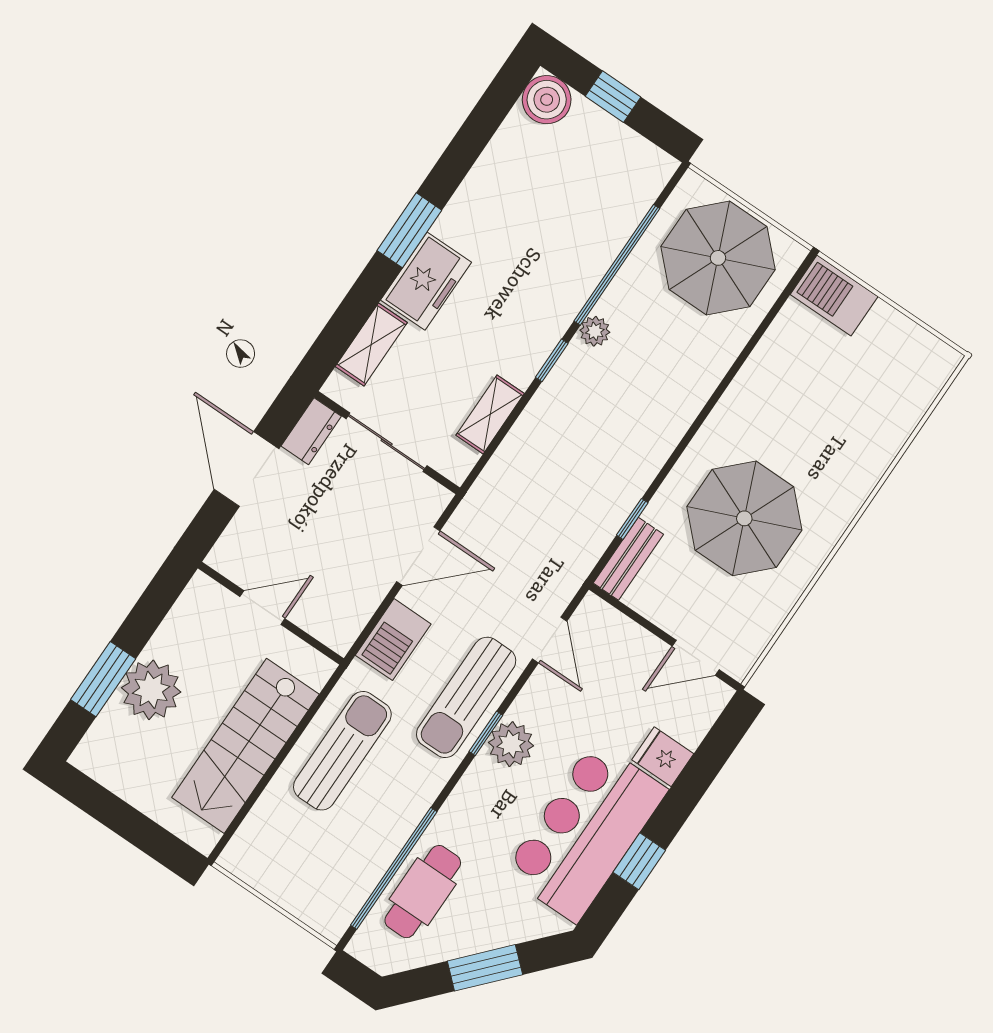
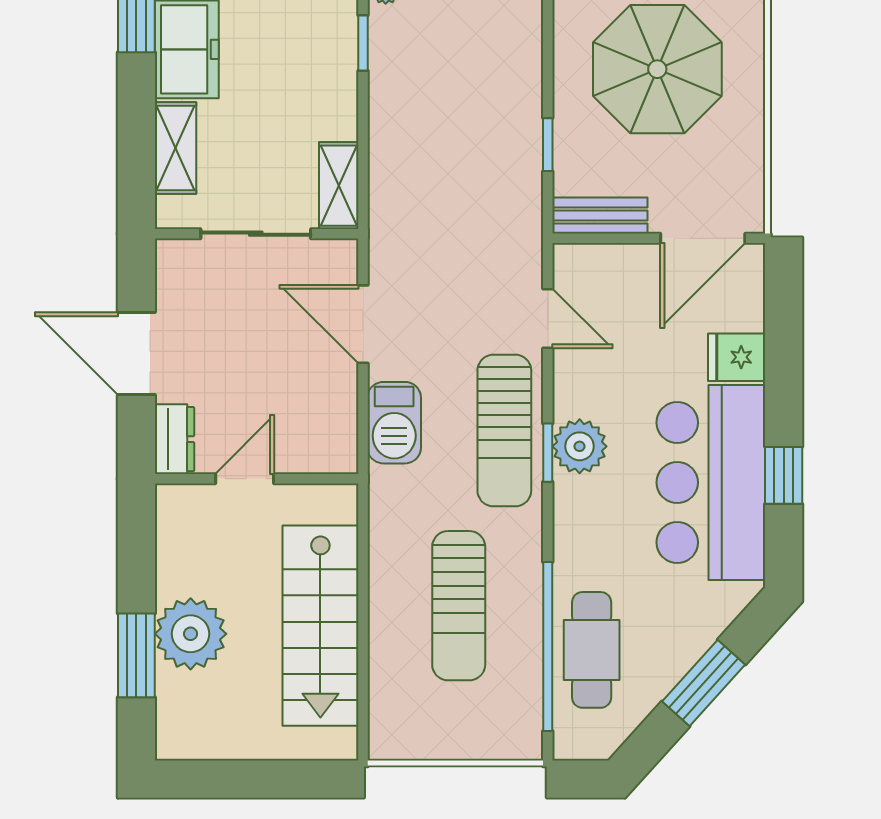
shelving: (490, 414) -> (339, 186), moved
dresser: (311, 431) -> (174, 439), moved
door: (418, 556) -> (363, 324), swing flipped
bench: (628, 559) -> (600, 216), moved, turned 90
door: (696, 658) -> (703, 238), width x1.38
sun lounger: (342, 751) -> (459, 606), moved, turned 180

